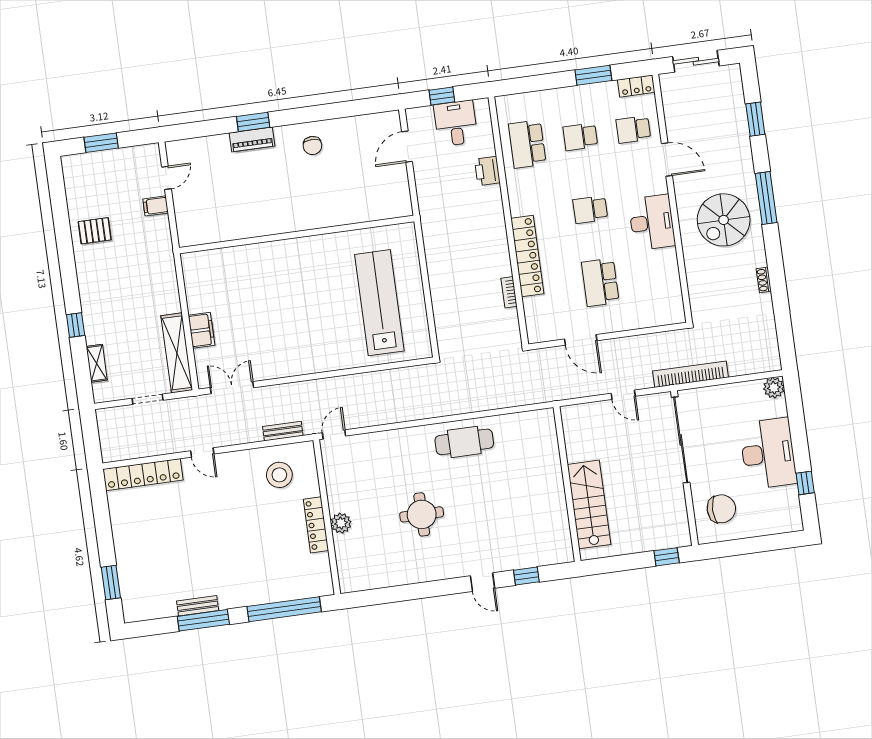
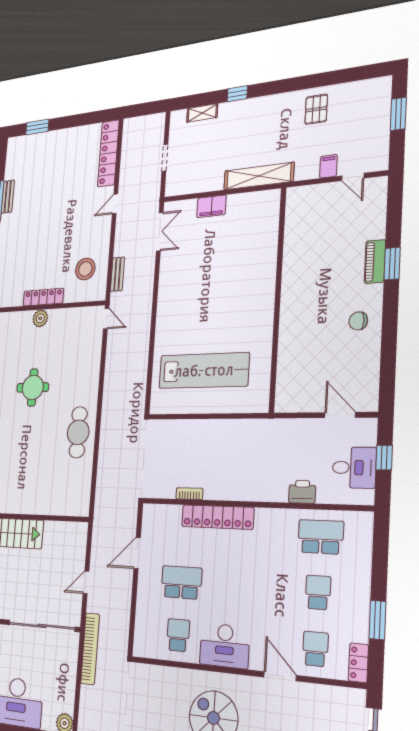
door: (667, 159) -> (280, 676), swing flipped
school desk: (590, 210) -> (178, 635), moved
shelving: (177, 353) -> (259, 176), moved

